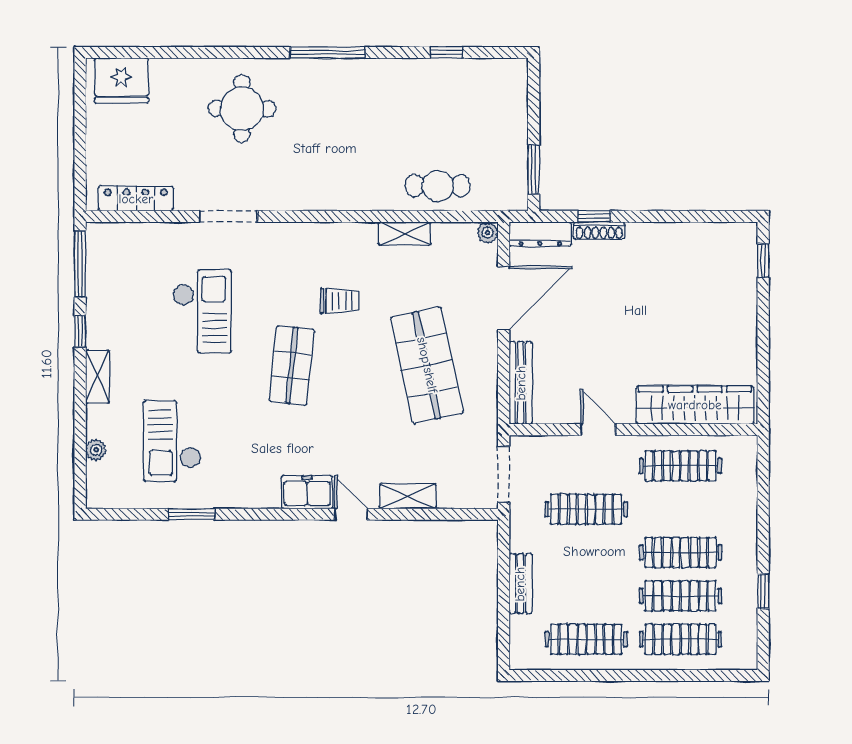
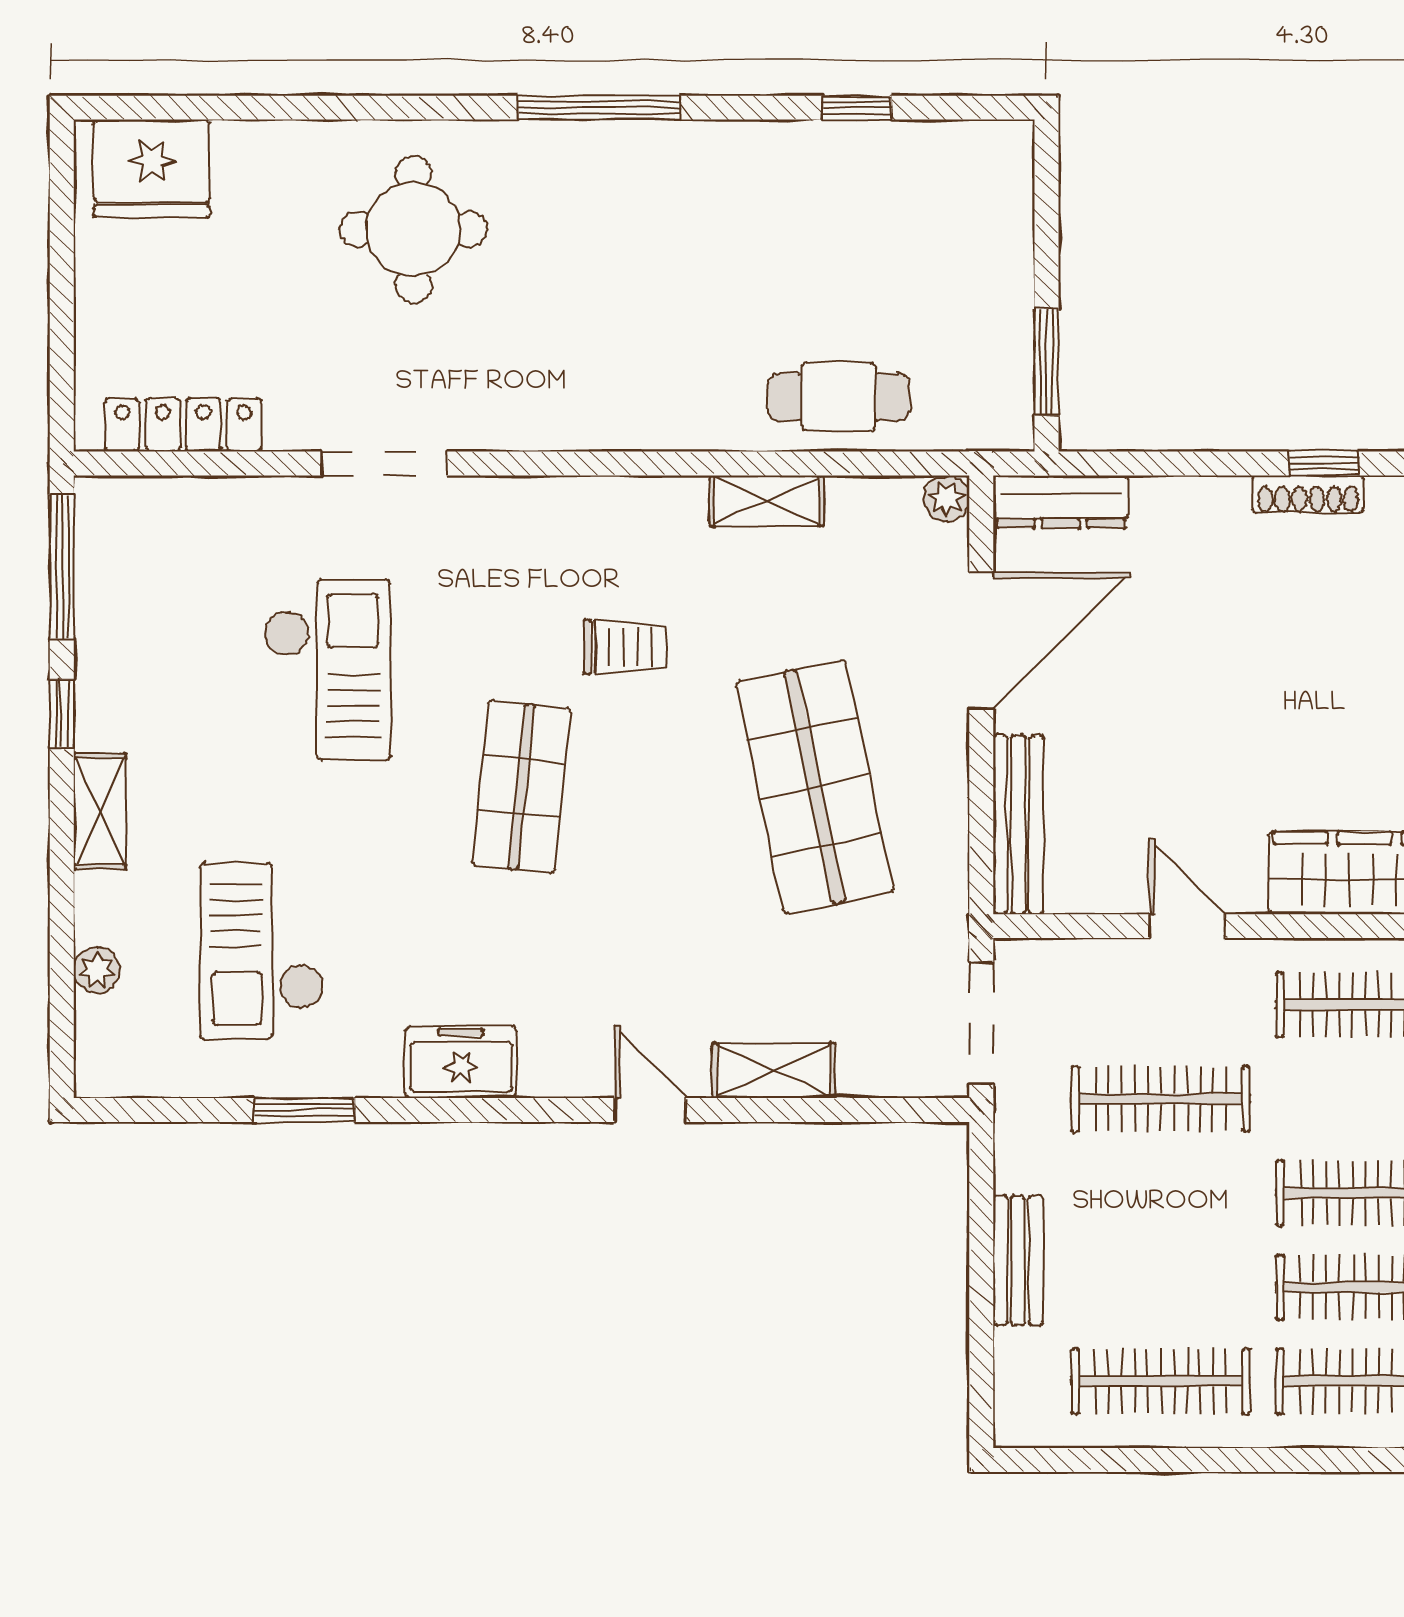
window: (594, 216) -> (1324, 463), moved
shoe rack: (599, 231) -> (1308, 494), moved
freezer: (307, 492) -> (461, 1062), moved

